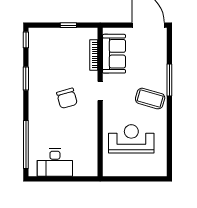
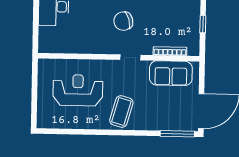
window: (169, 80) -> (177, 134), moved
reception desk: (131, 139) -> (78, 90), turned -90

